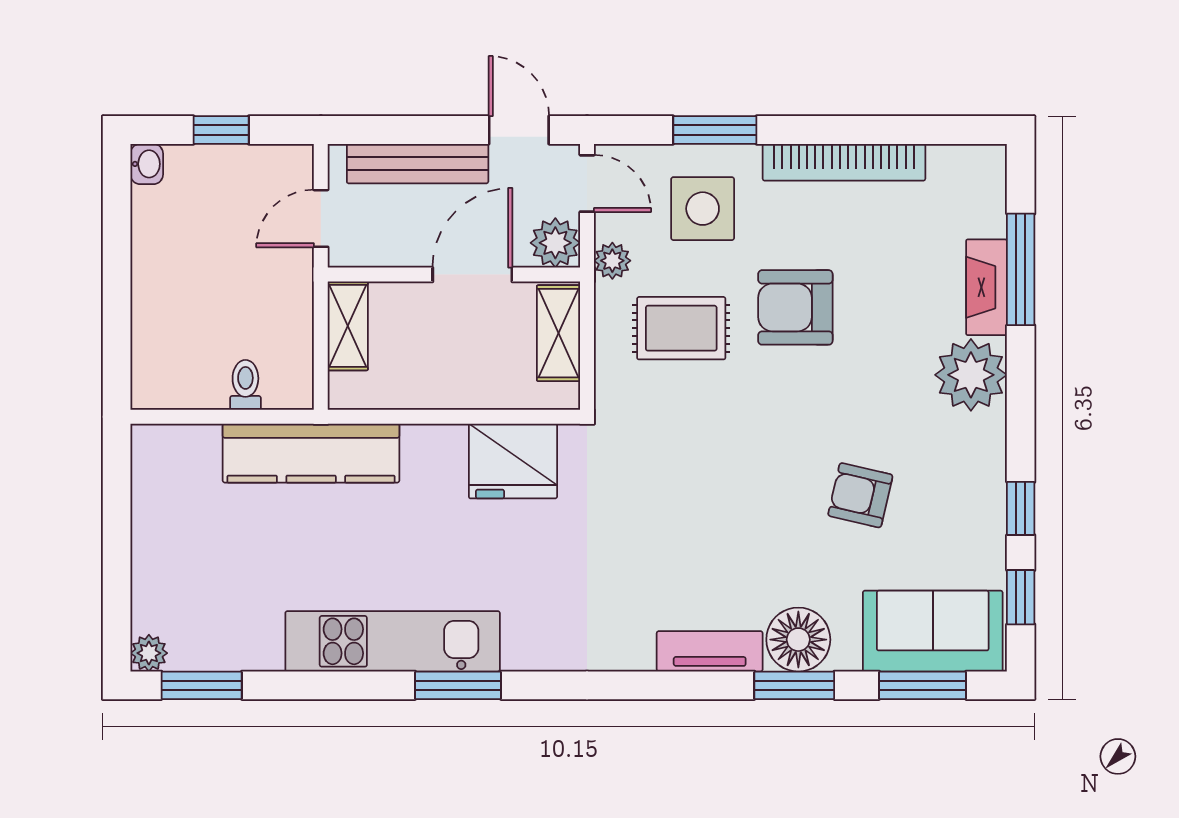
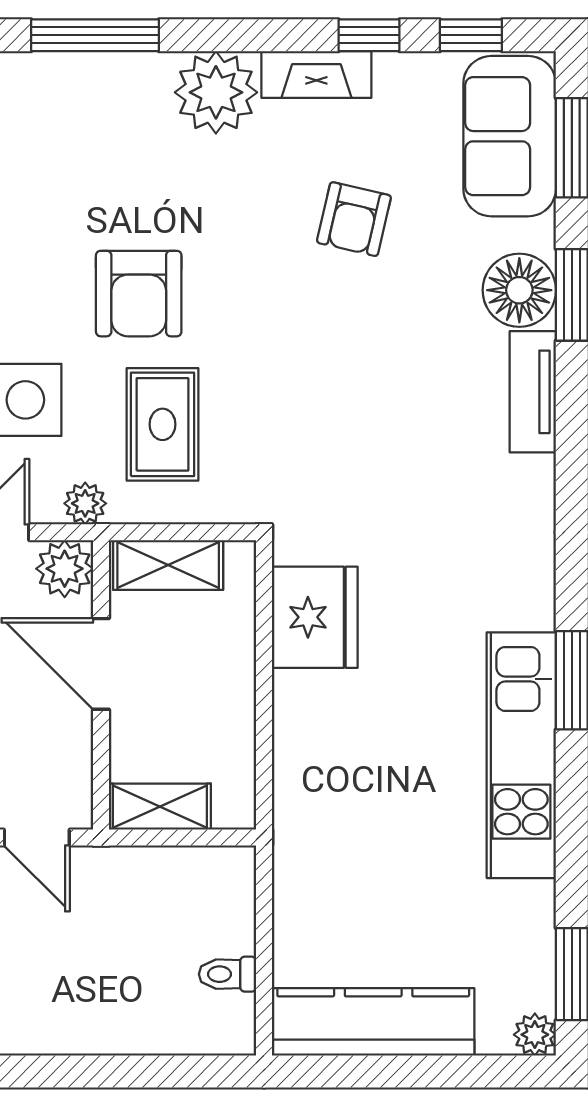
fireplace: (986, 287) -> (316, 74), moved
toilet: (245, 385) -> (228, 974), moved
kitchen counter: (311, 453) -> (373, 1022), moved, turned -90

